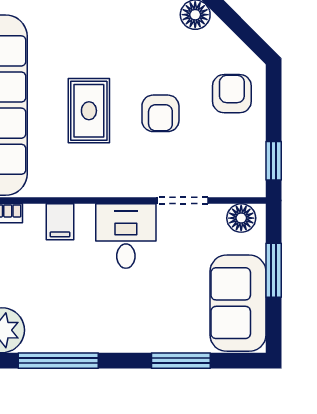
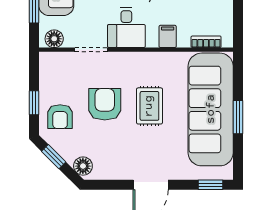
window: (242, 30) -> (54, 157), added
armchair: (160, 113) -> (105, 104), width x1.38, depth x1.38
window: (274, 161) -> (34, 103), moved

